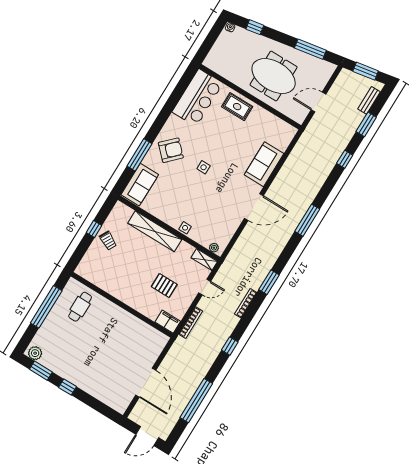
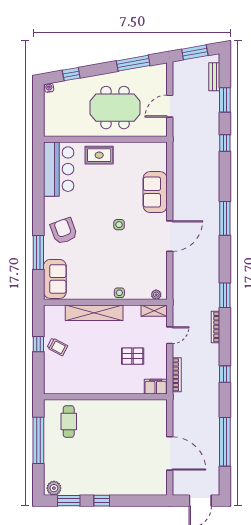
armchair: (171, 150) -> (64, 231), turned -65
side table: (204, 167) -> (119, 225), moved

